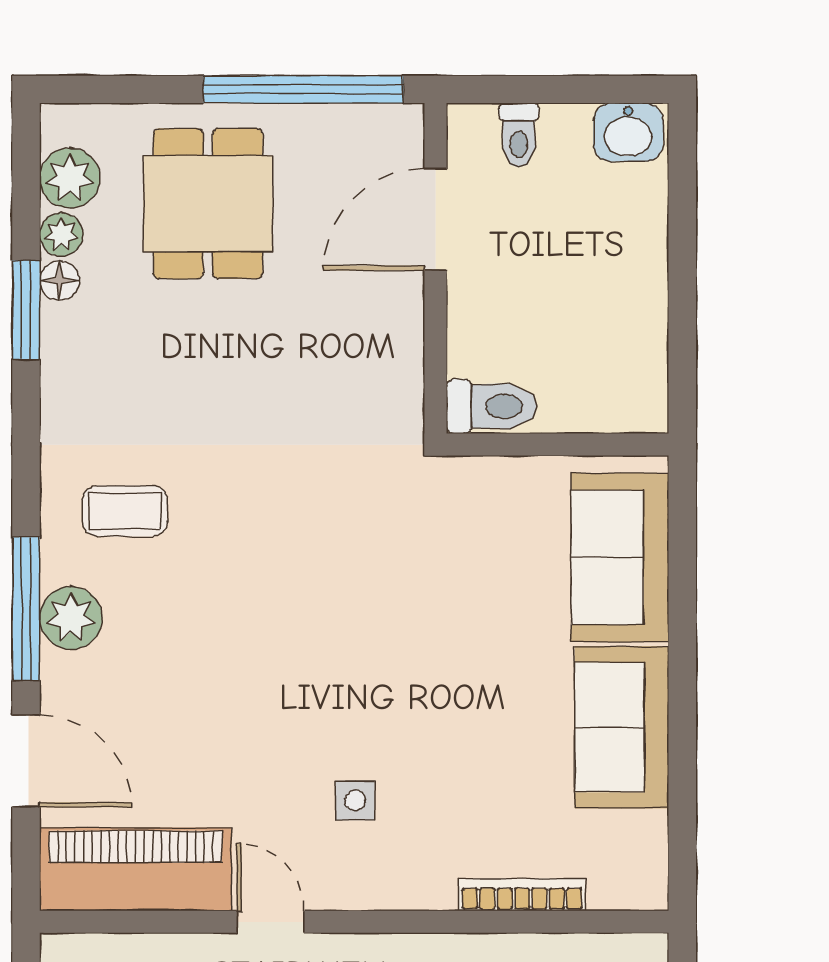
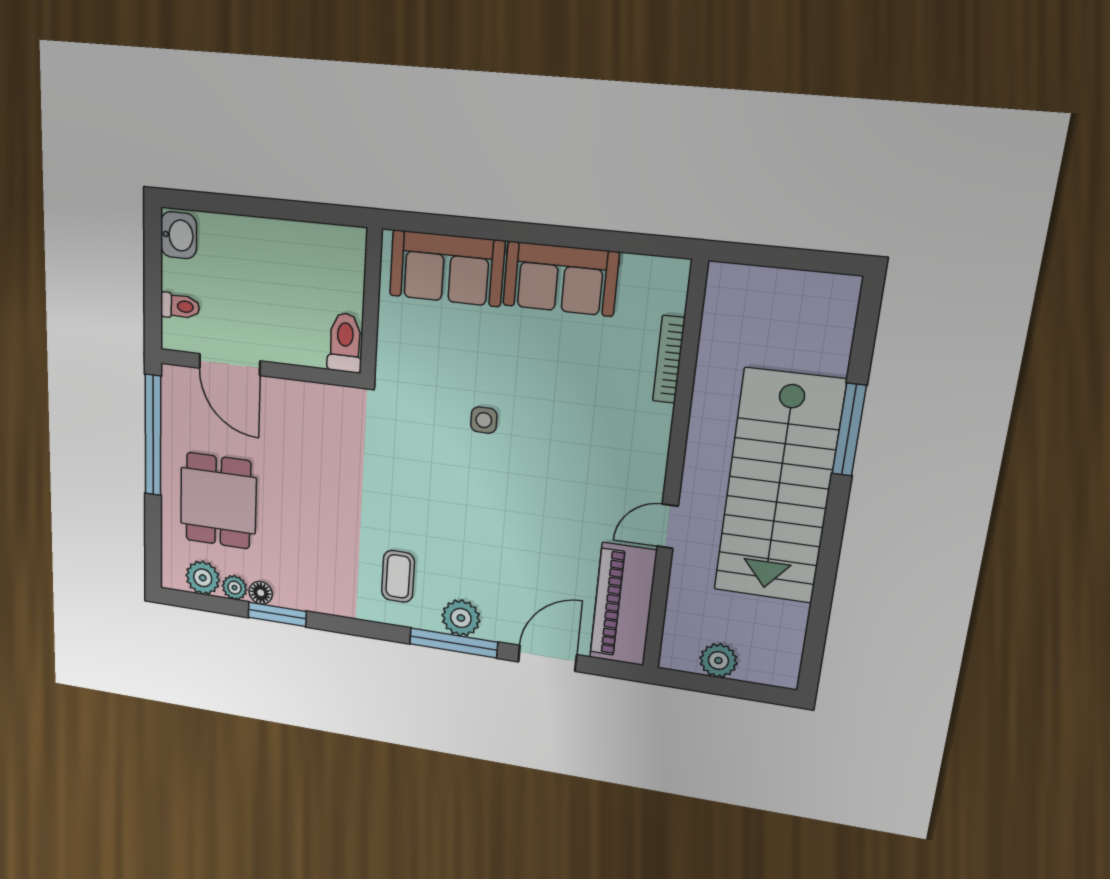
dining table: (208, 204) -> (218, 501), turned 90
side table: (355, 800) -> (484, 420), moved

